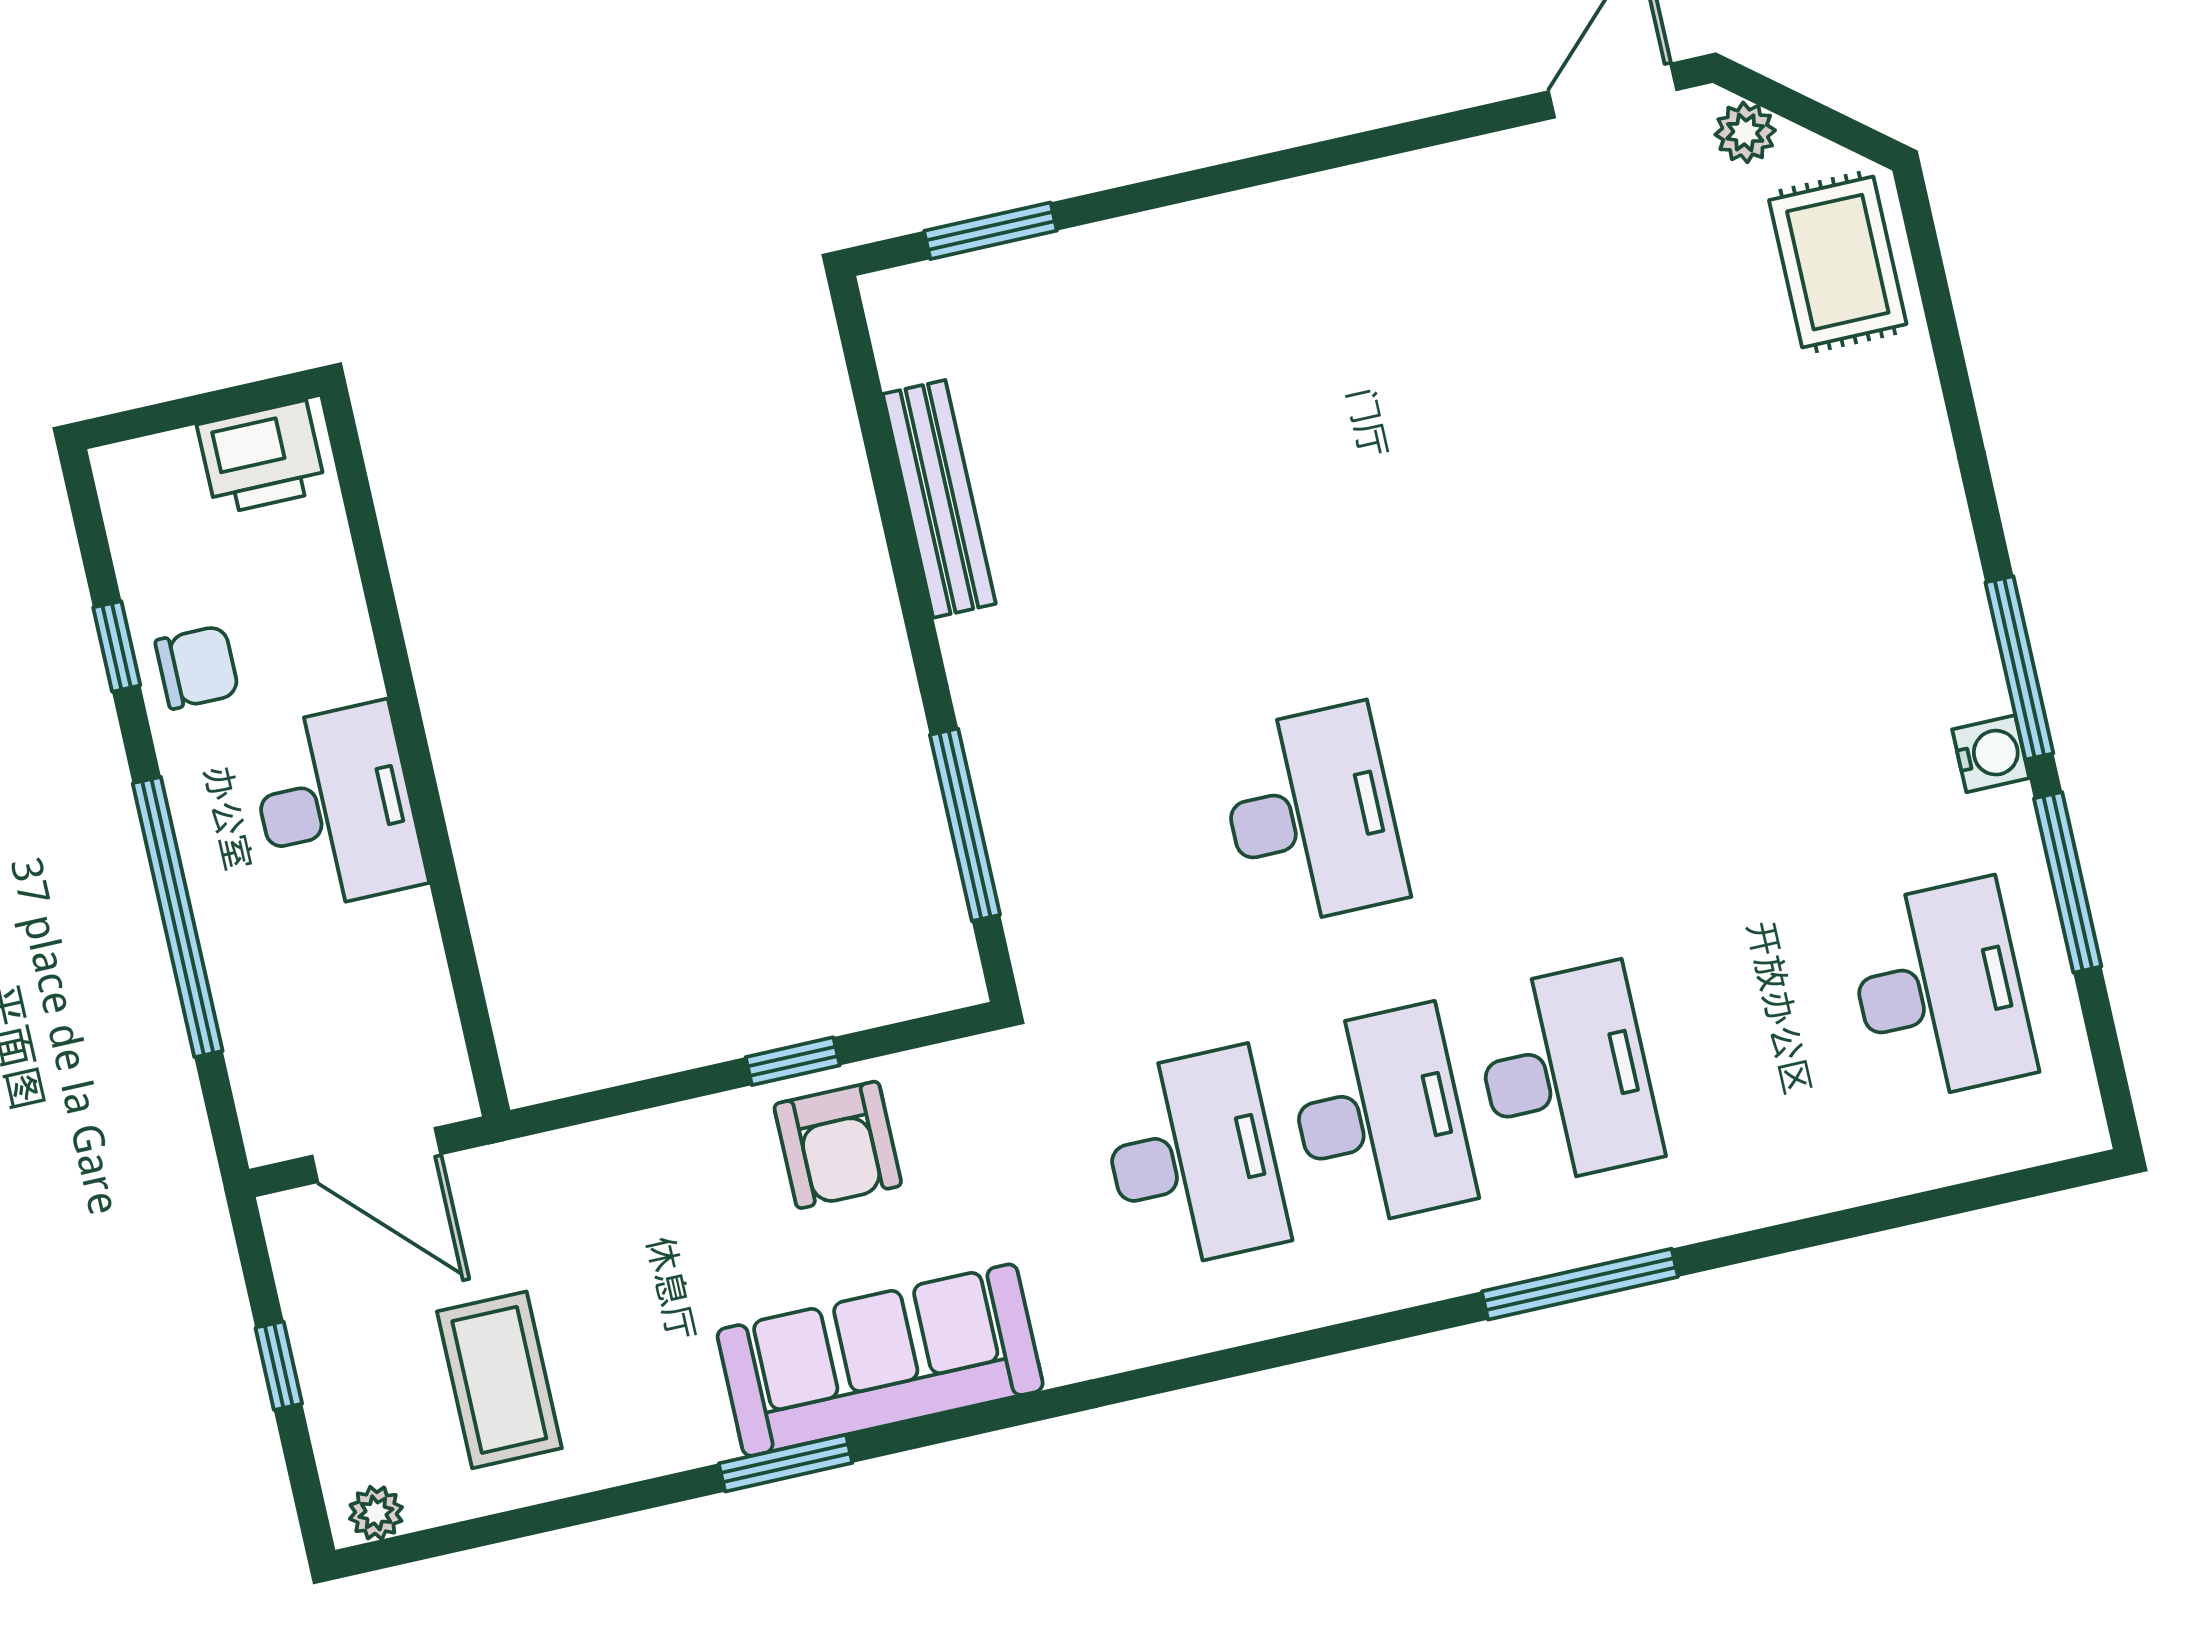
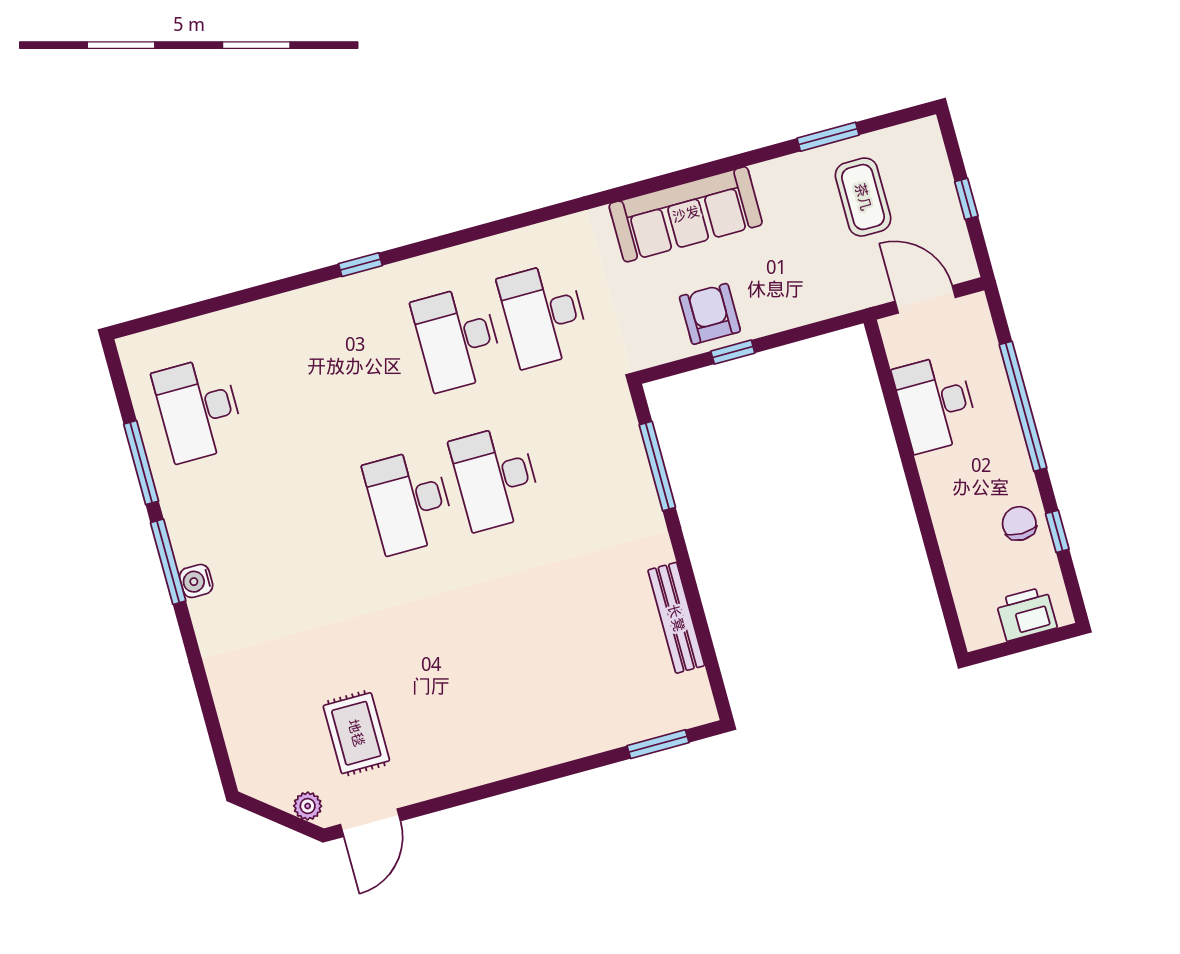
rug: (1838, 262) -> (356, 733), moved
printer: (262, 458) -> (1026, 614), moved
chair: (197, 667) -> (1019, 523), turned 90
water cooler: (1991, 754) -> (196, 581), moved
desk: (336, 807) -> (936, 403), moved
desk: (1566, 1075) -> (409, 501), moved
window: (1580, 1284) -> (360, 265), width x0.46
window: (786, 1463) -> (828, 137), moved
plant: (376, 1513) -> (918, 132), removed

